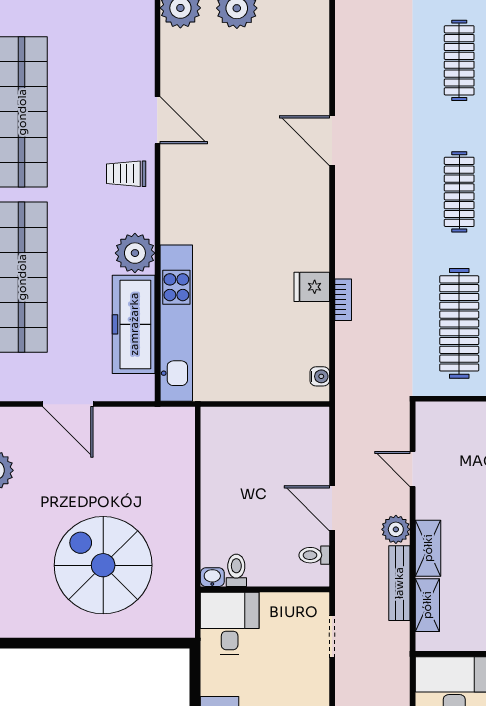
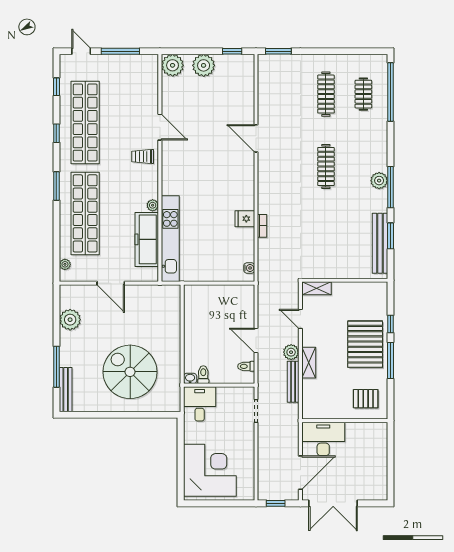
plant: (135, 253) -> (153, 205), width x0.53, depth x0.53
clothes rail: (459, 323) -> (326, 239), removed
shelving: (427, 605) -> (316, 288), moved, turned 90

